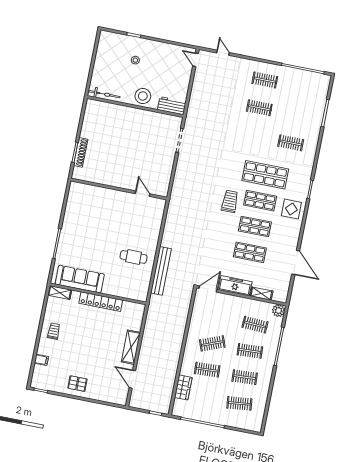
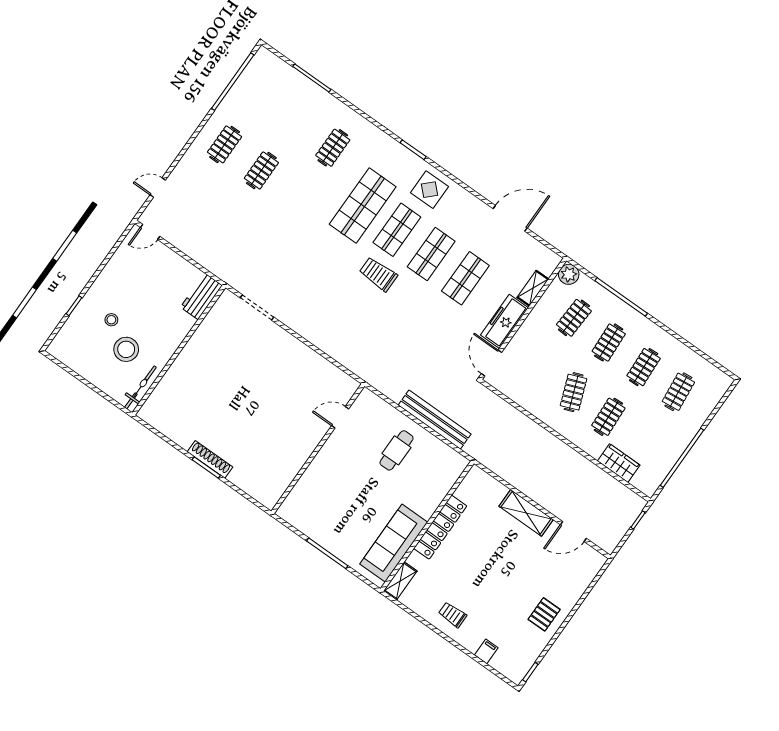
stool: (143, 96) -> (126, 349), moved
wall: (119, 189) -> (318, 449), moved
door: (143, 194) -> (340, 417), moved

